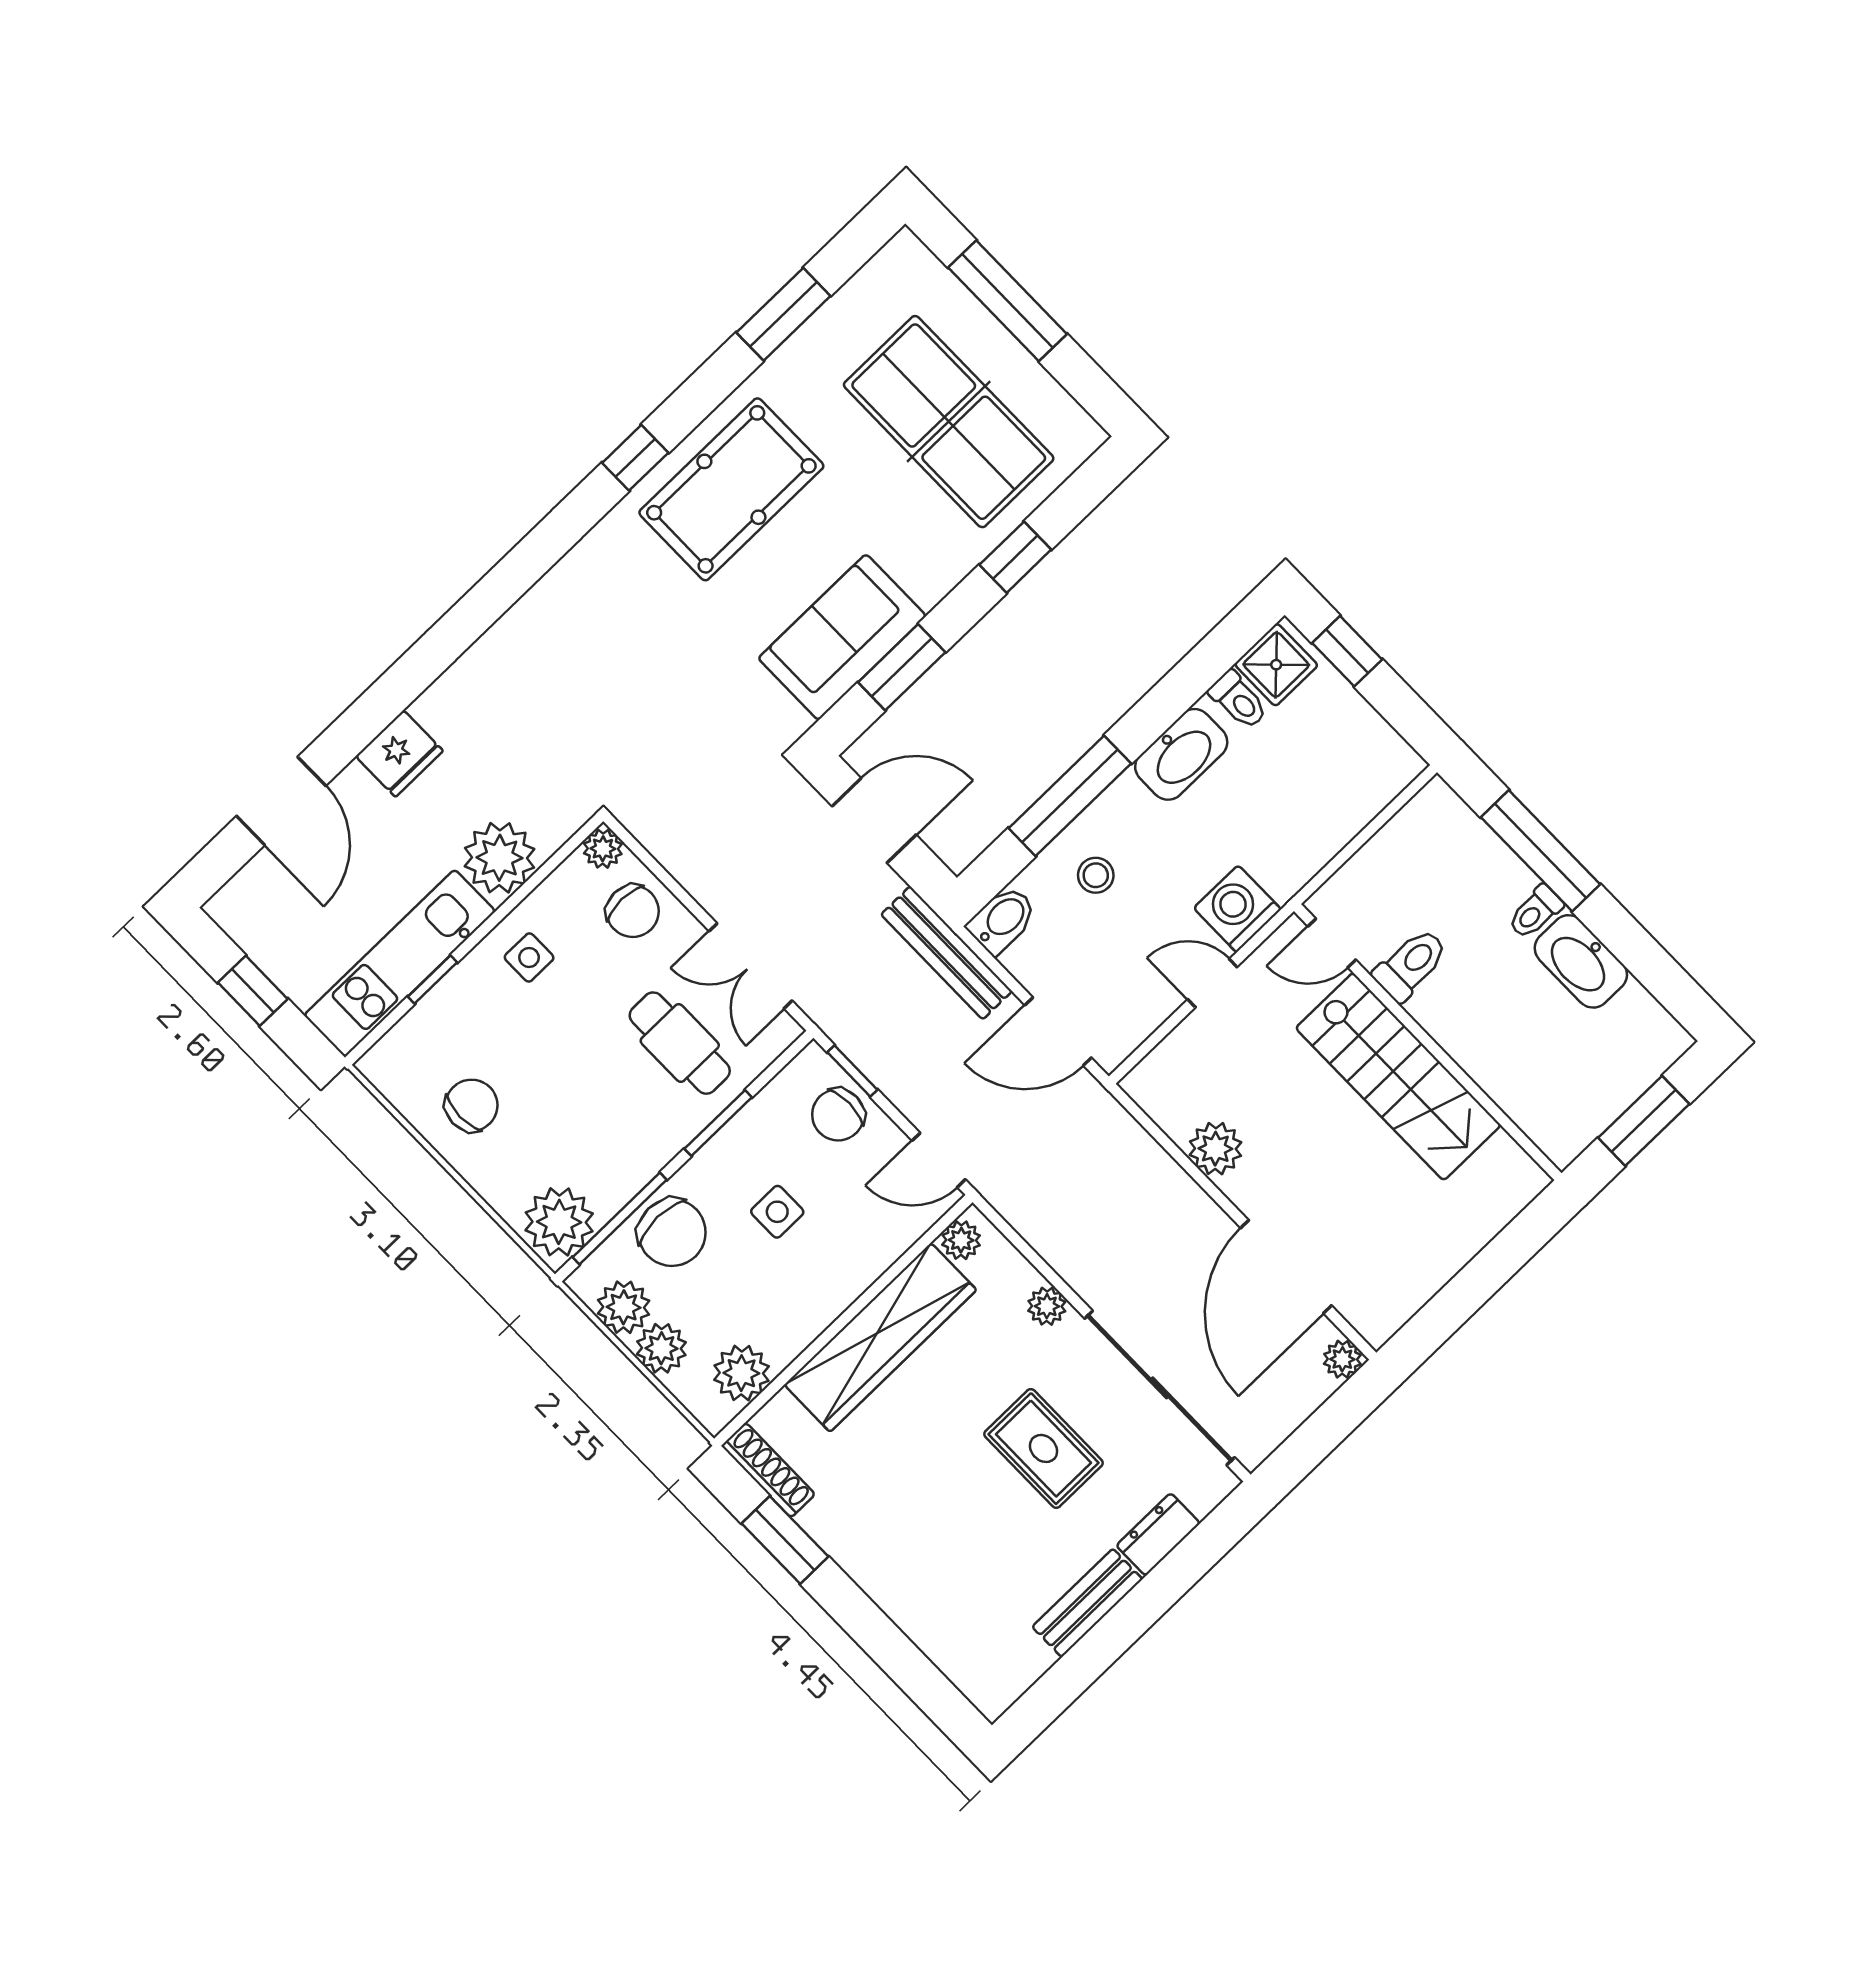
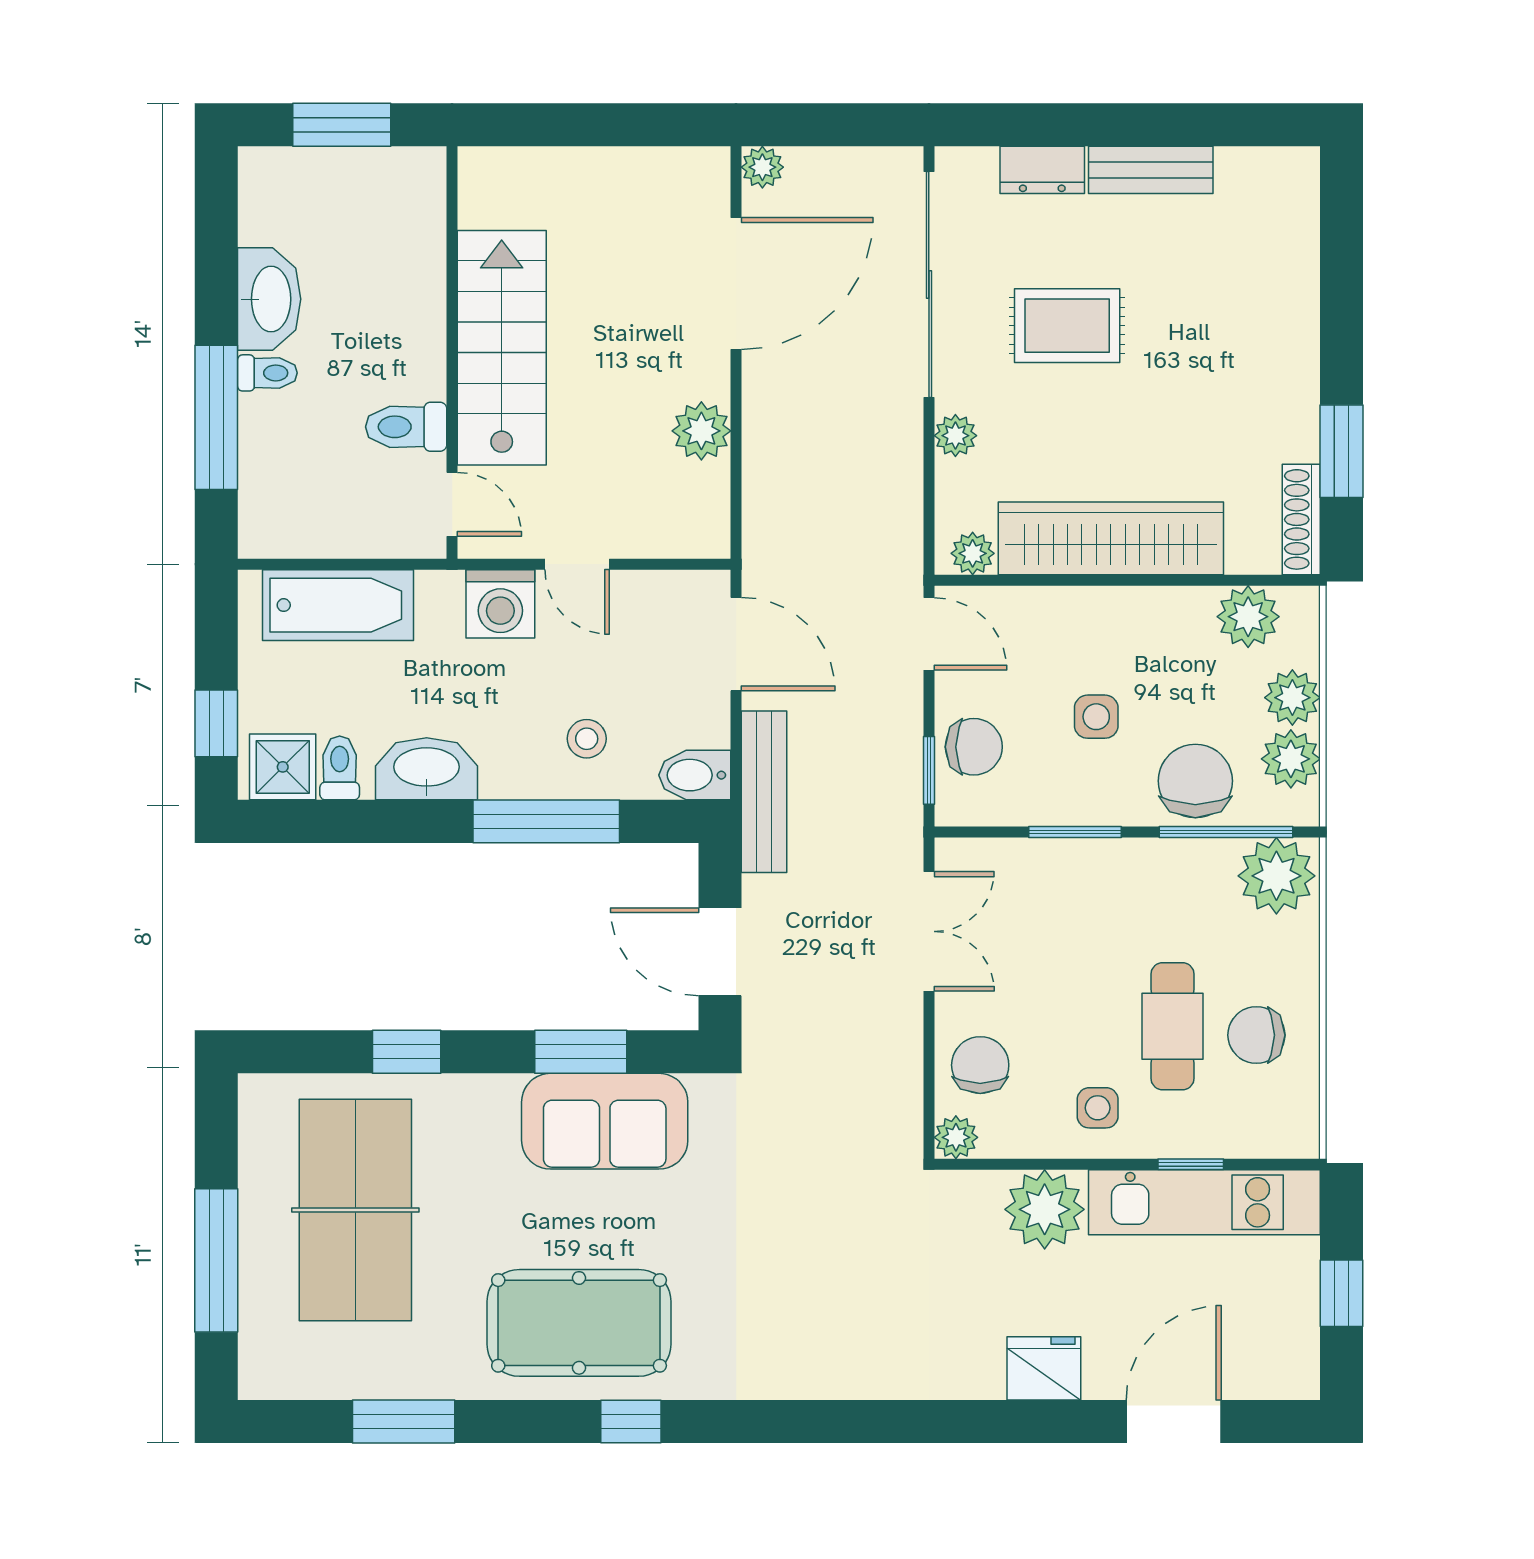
bathtub: (1342, 805) -> (338, 605), added
cafe table: (680, 1043) -> (1173, 1026), moved
rug: (1044, 1448) -> (1067, 326), turned 90

